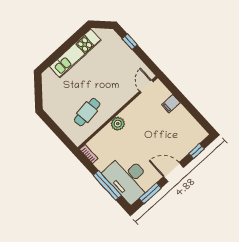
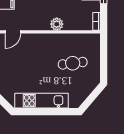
cafe table: (87, 112) -> (73, 63), moved

